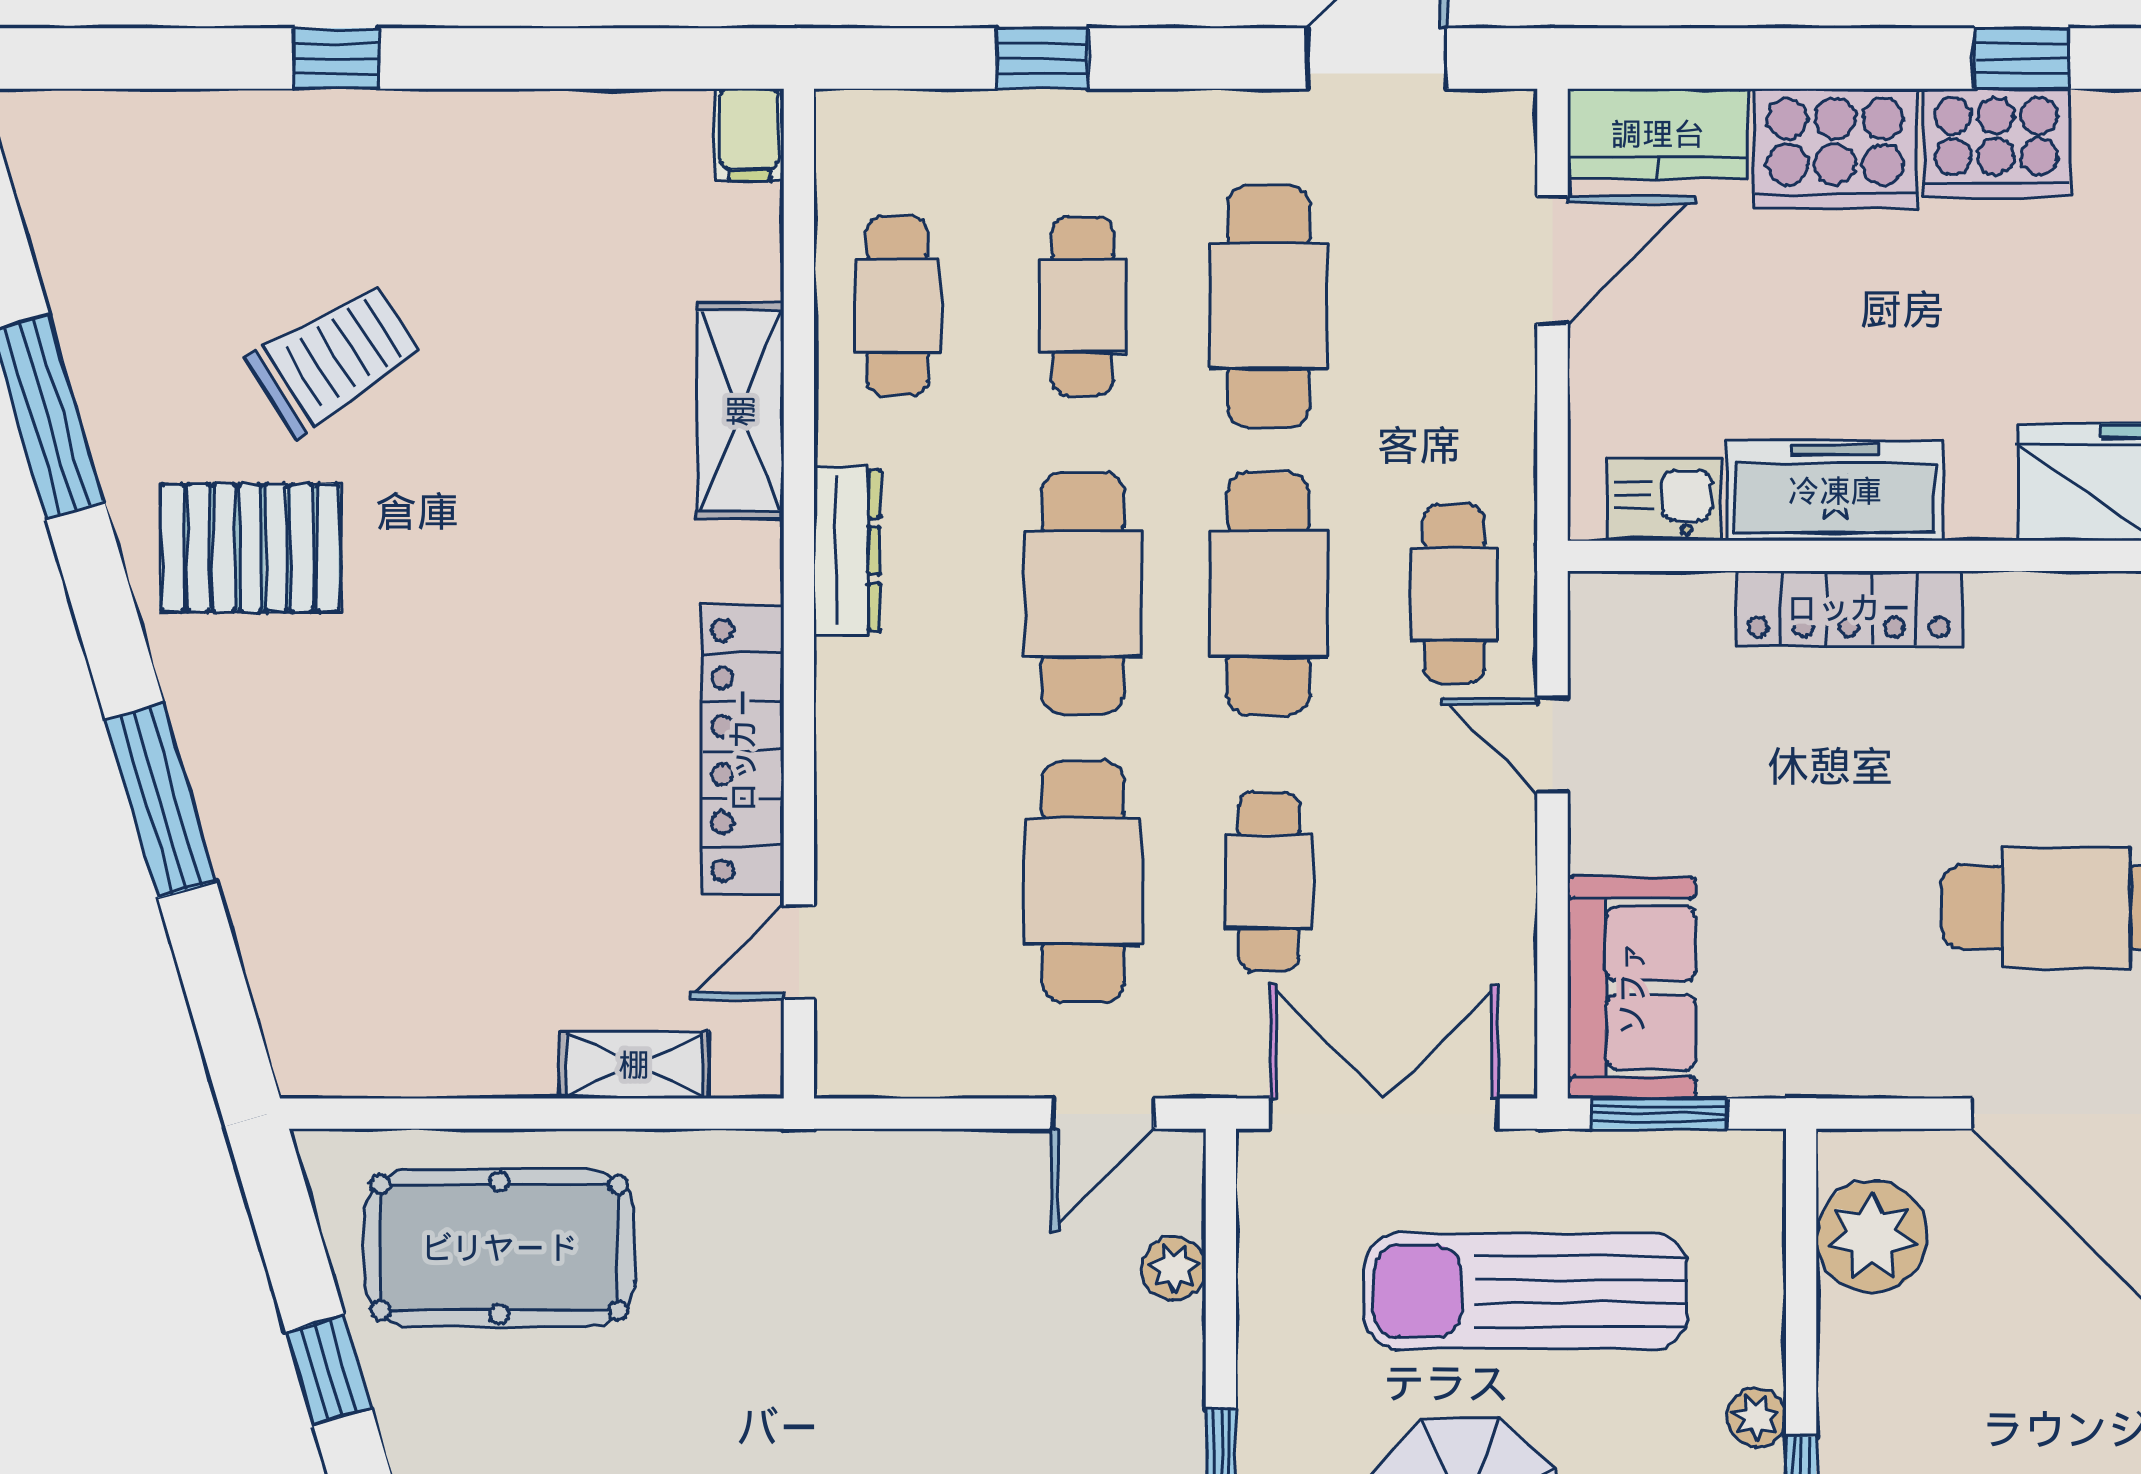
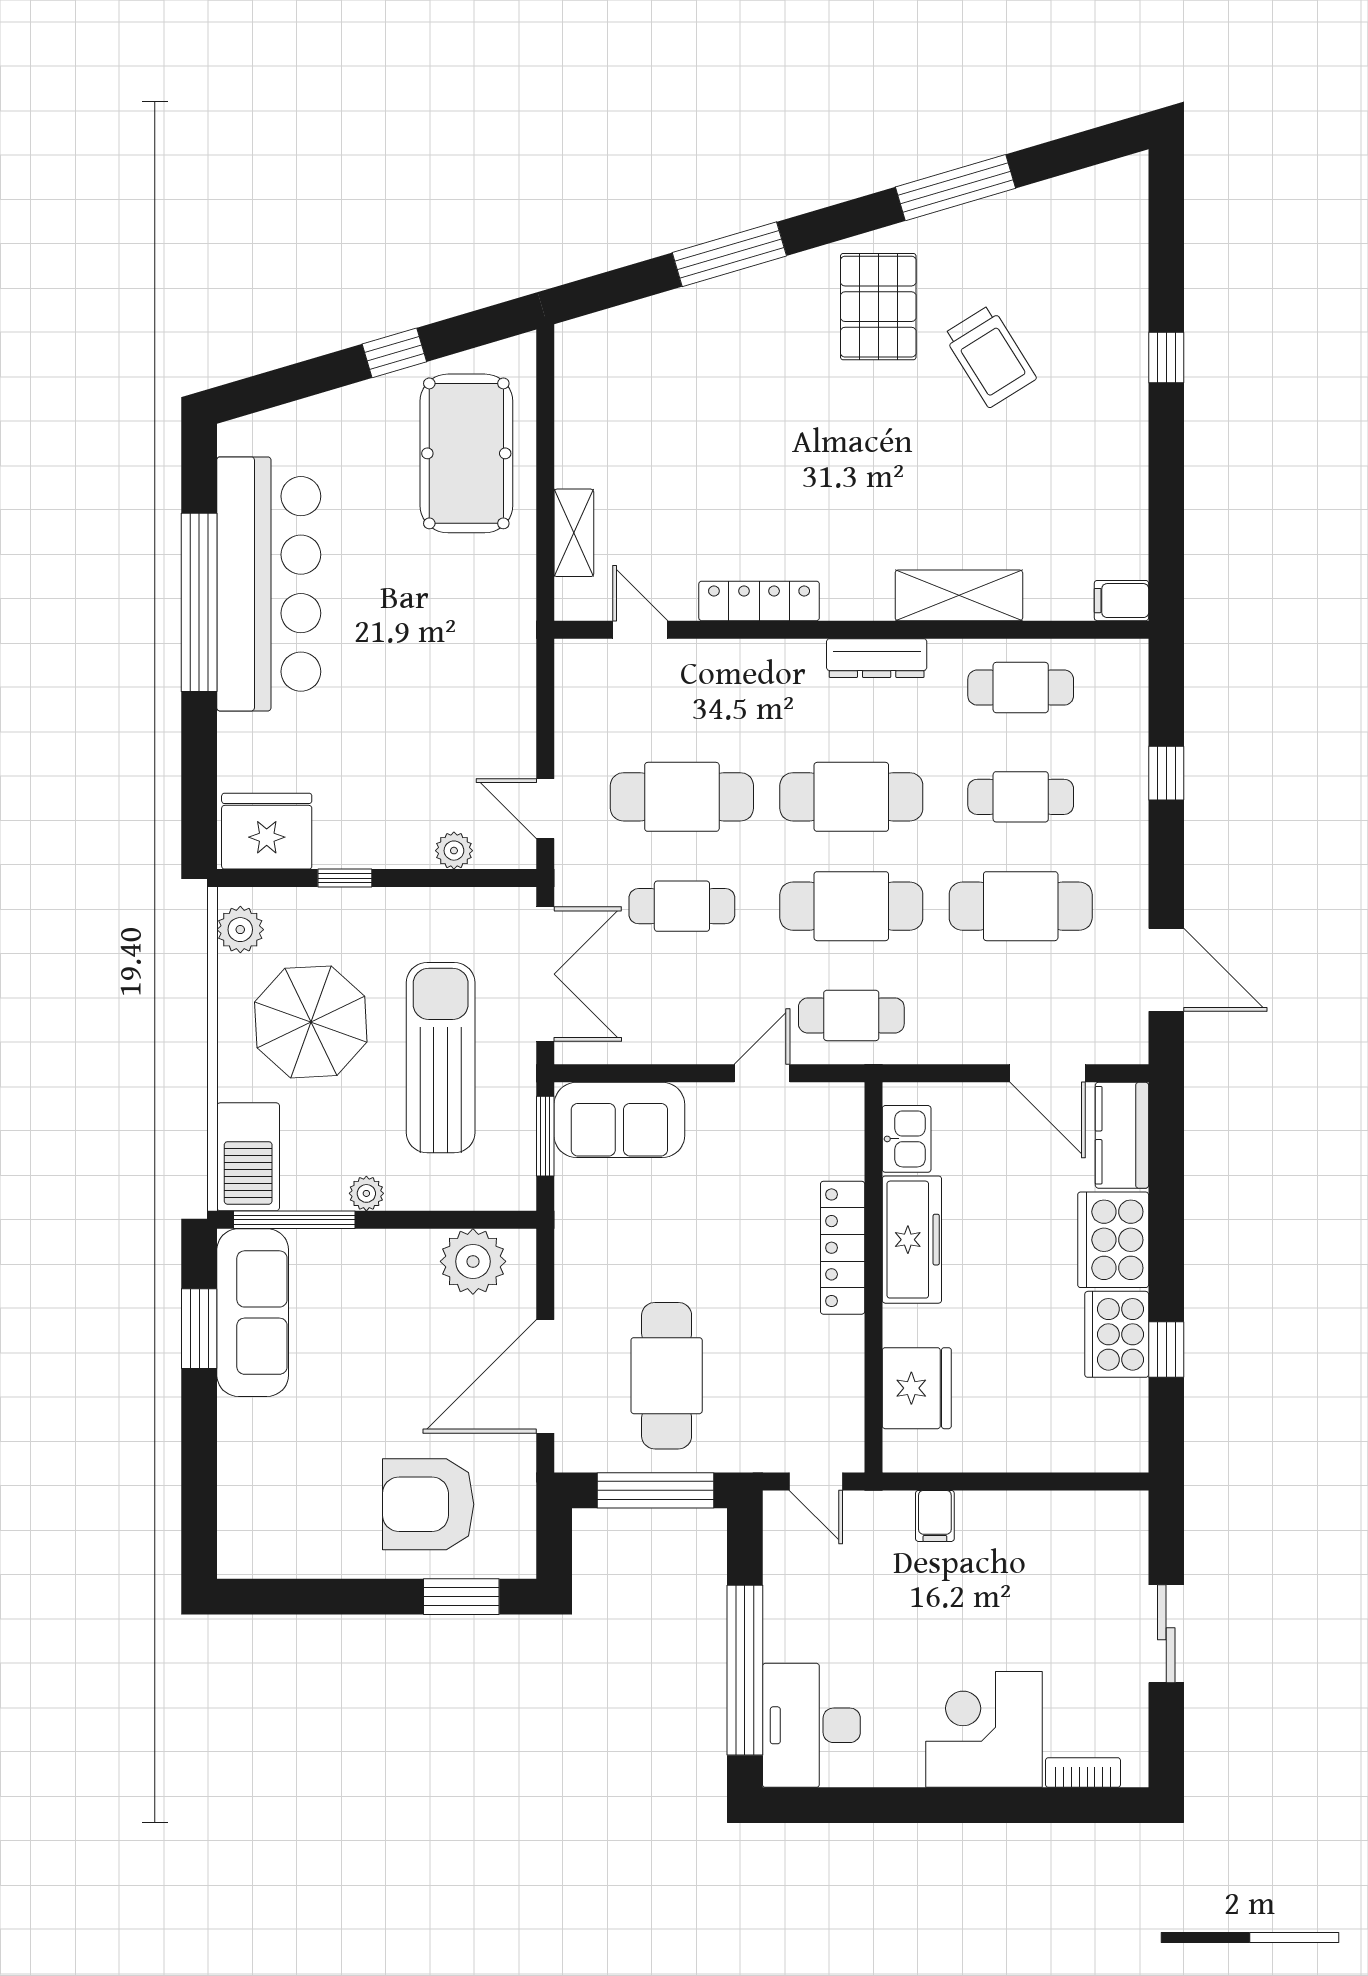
locker: (743, 750) -> (759, 601), width x0.71, depth x0.83

